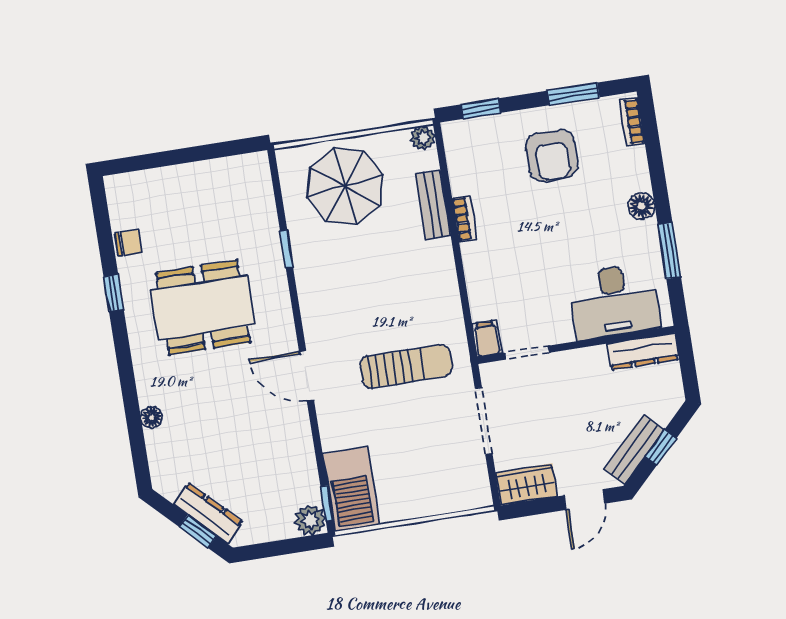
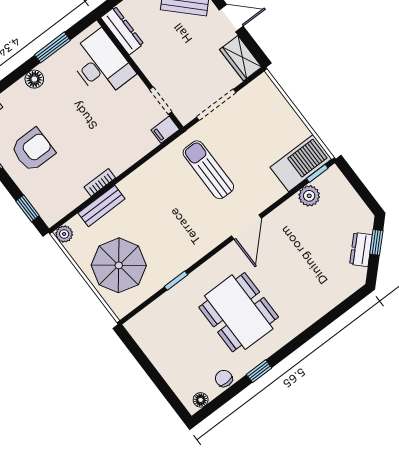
floor lamp: (152, 417) -> (201, 400), moved
dresser: (208, 513) -> (361, 250), width x0.70
plant: (310, 520) -> (309, 196), moved

